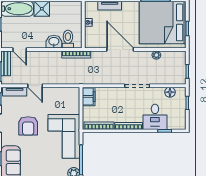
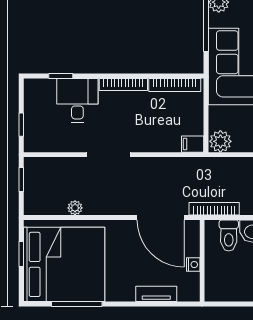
door: (120, 49) -> (161, 217), moved
floor lamp: (170, 92) -> (51, 143), removed
plant: (73, 93) -> (220, 141), added
filing cabinet: (89, 96) -> (193, 144), width x0.50

